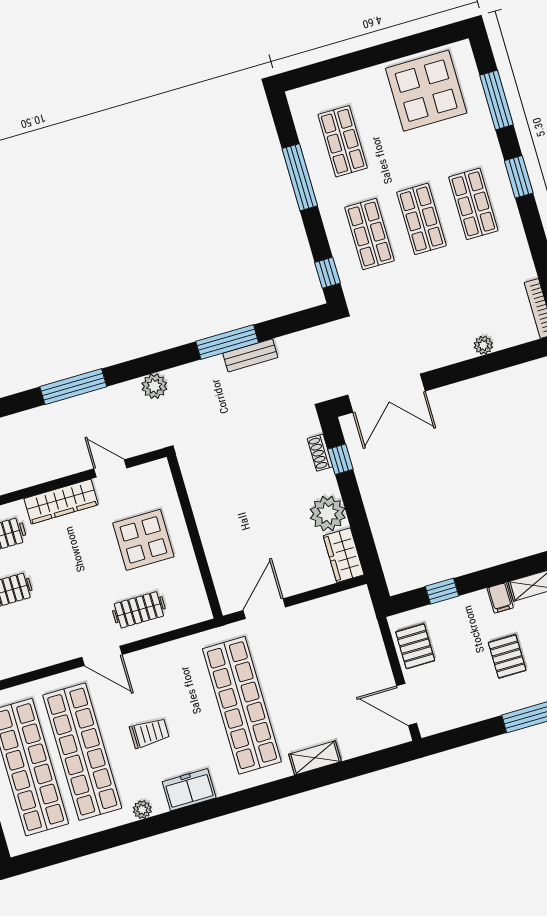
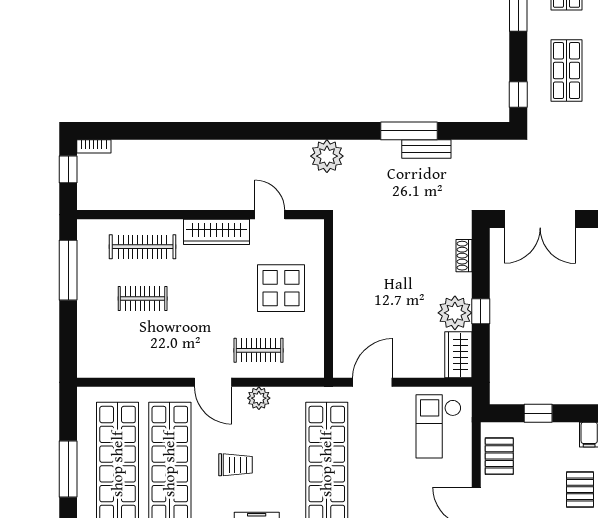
plant: (154, 386) -> (327, 156), width x1.36, depth x1.36
window: (73, 387) -> (258, 131), removed
window: (340, 459) -> (481, 311), moved
checkout: (345, 634) -> (439, 426), added
plant: (153, 658) -> (259, 398), added

